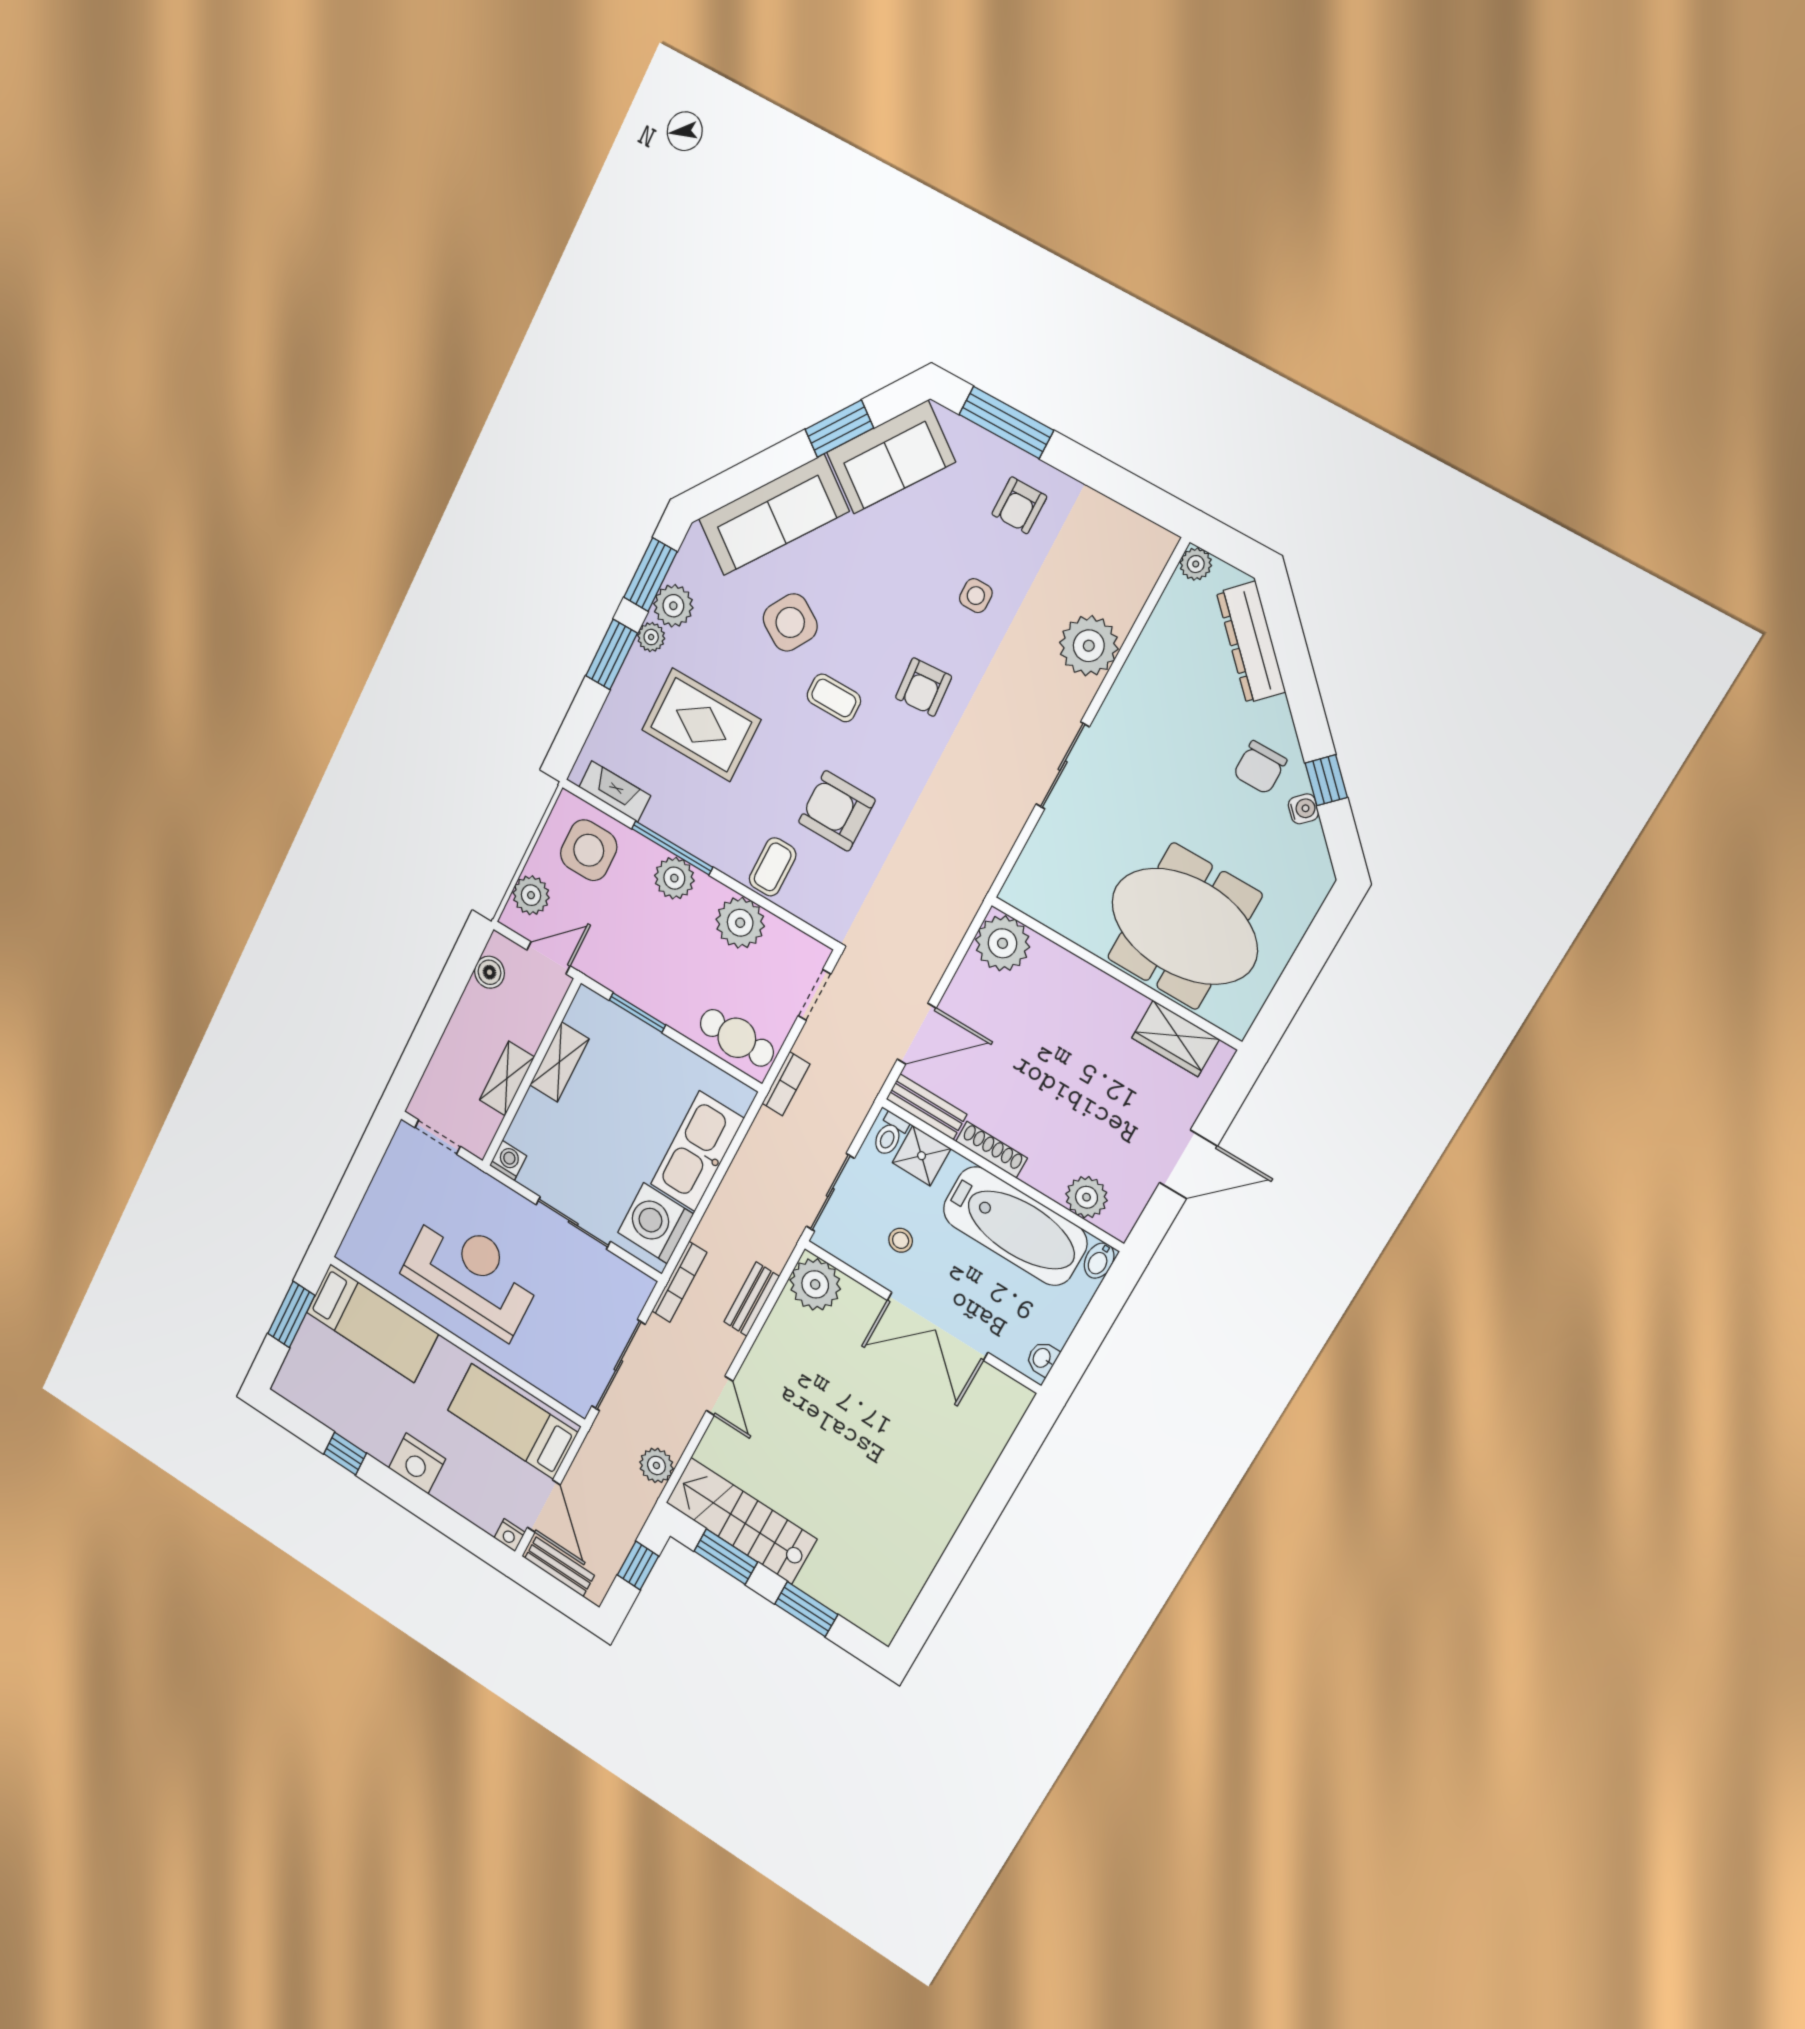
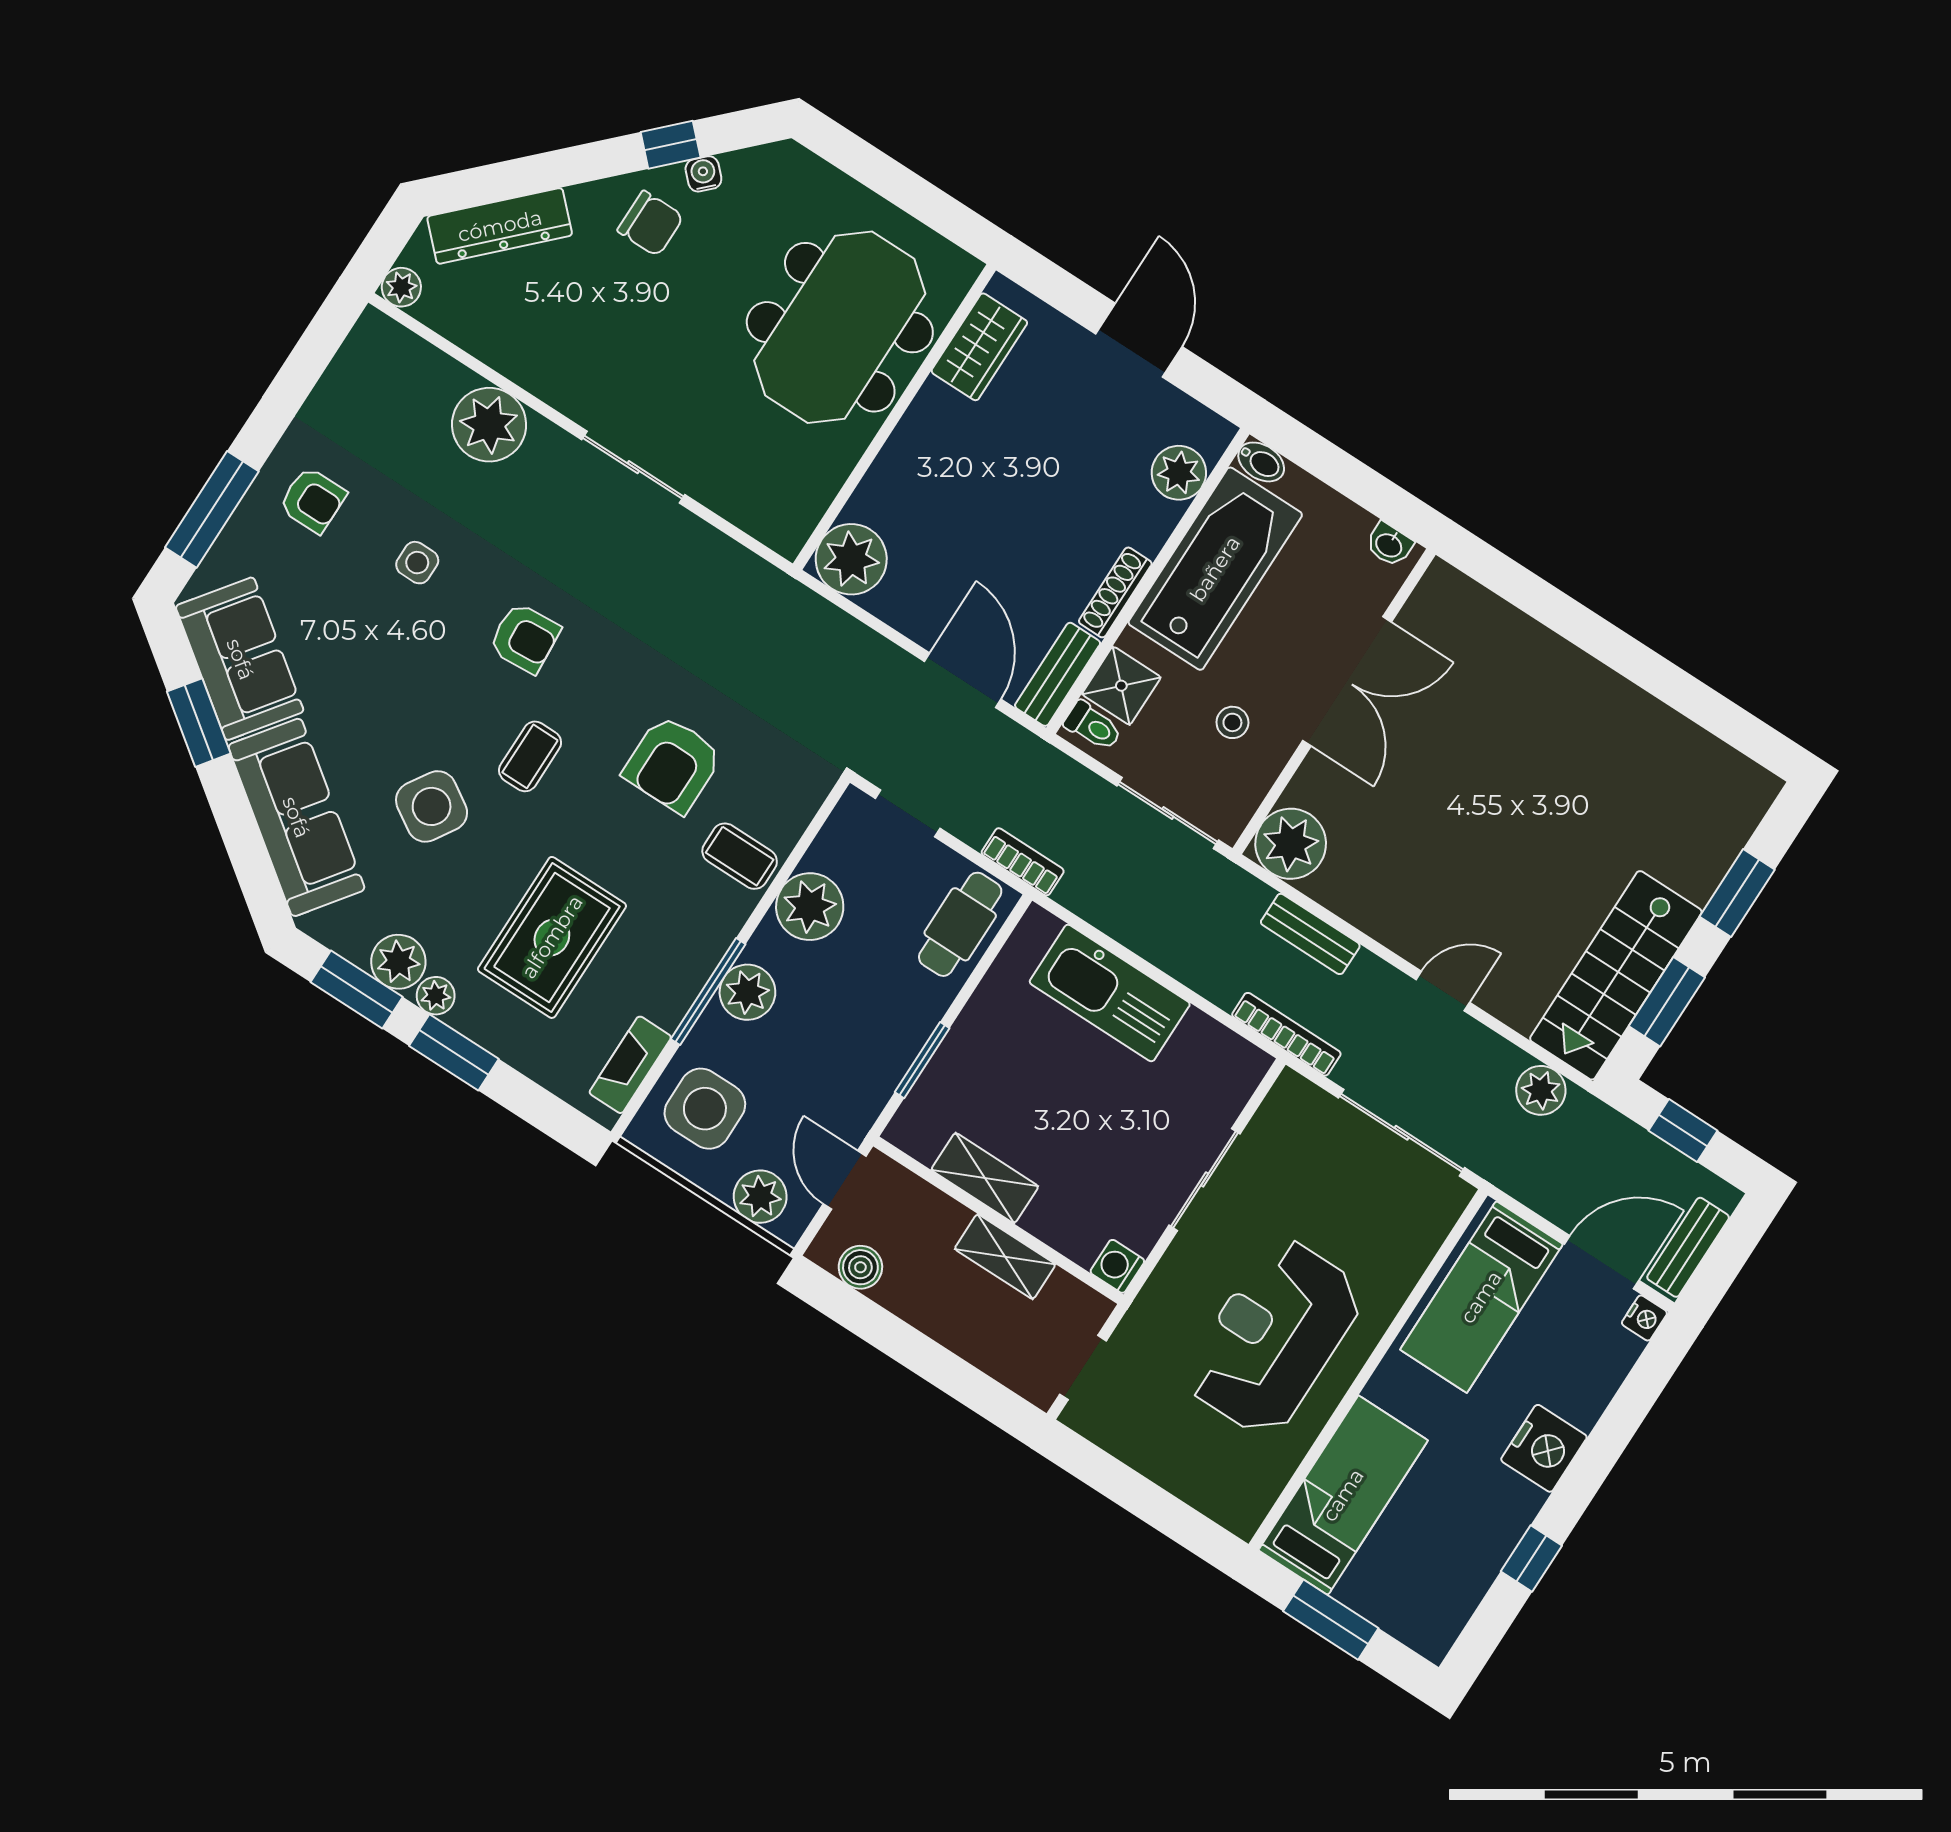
washing machine: (655, 1223) -> (1206, 1061), removed

